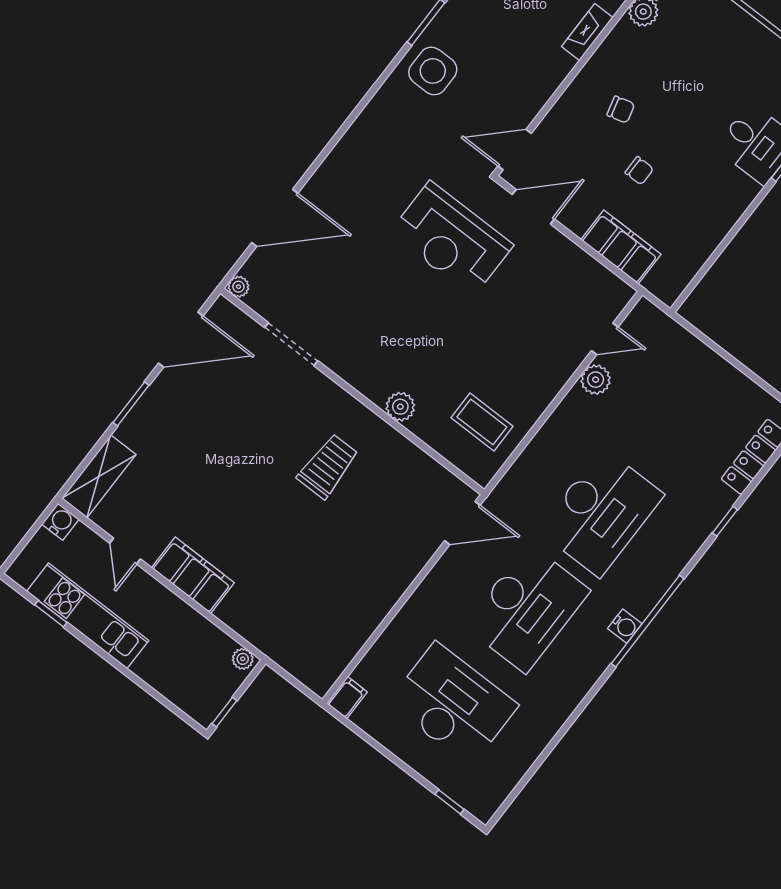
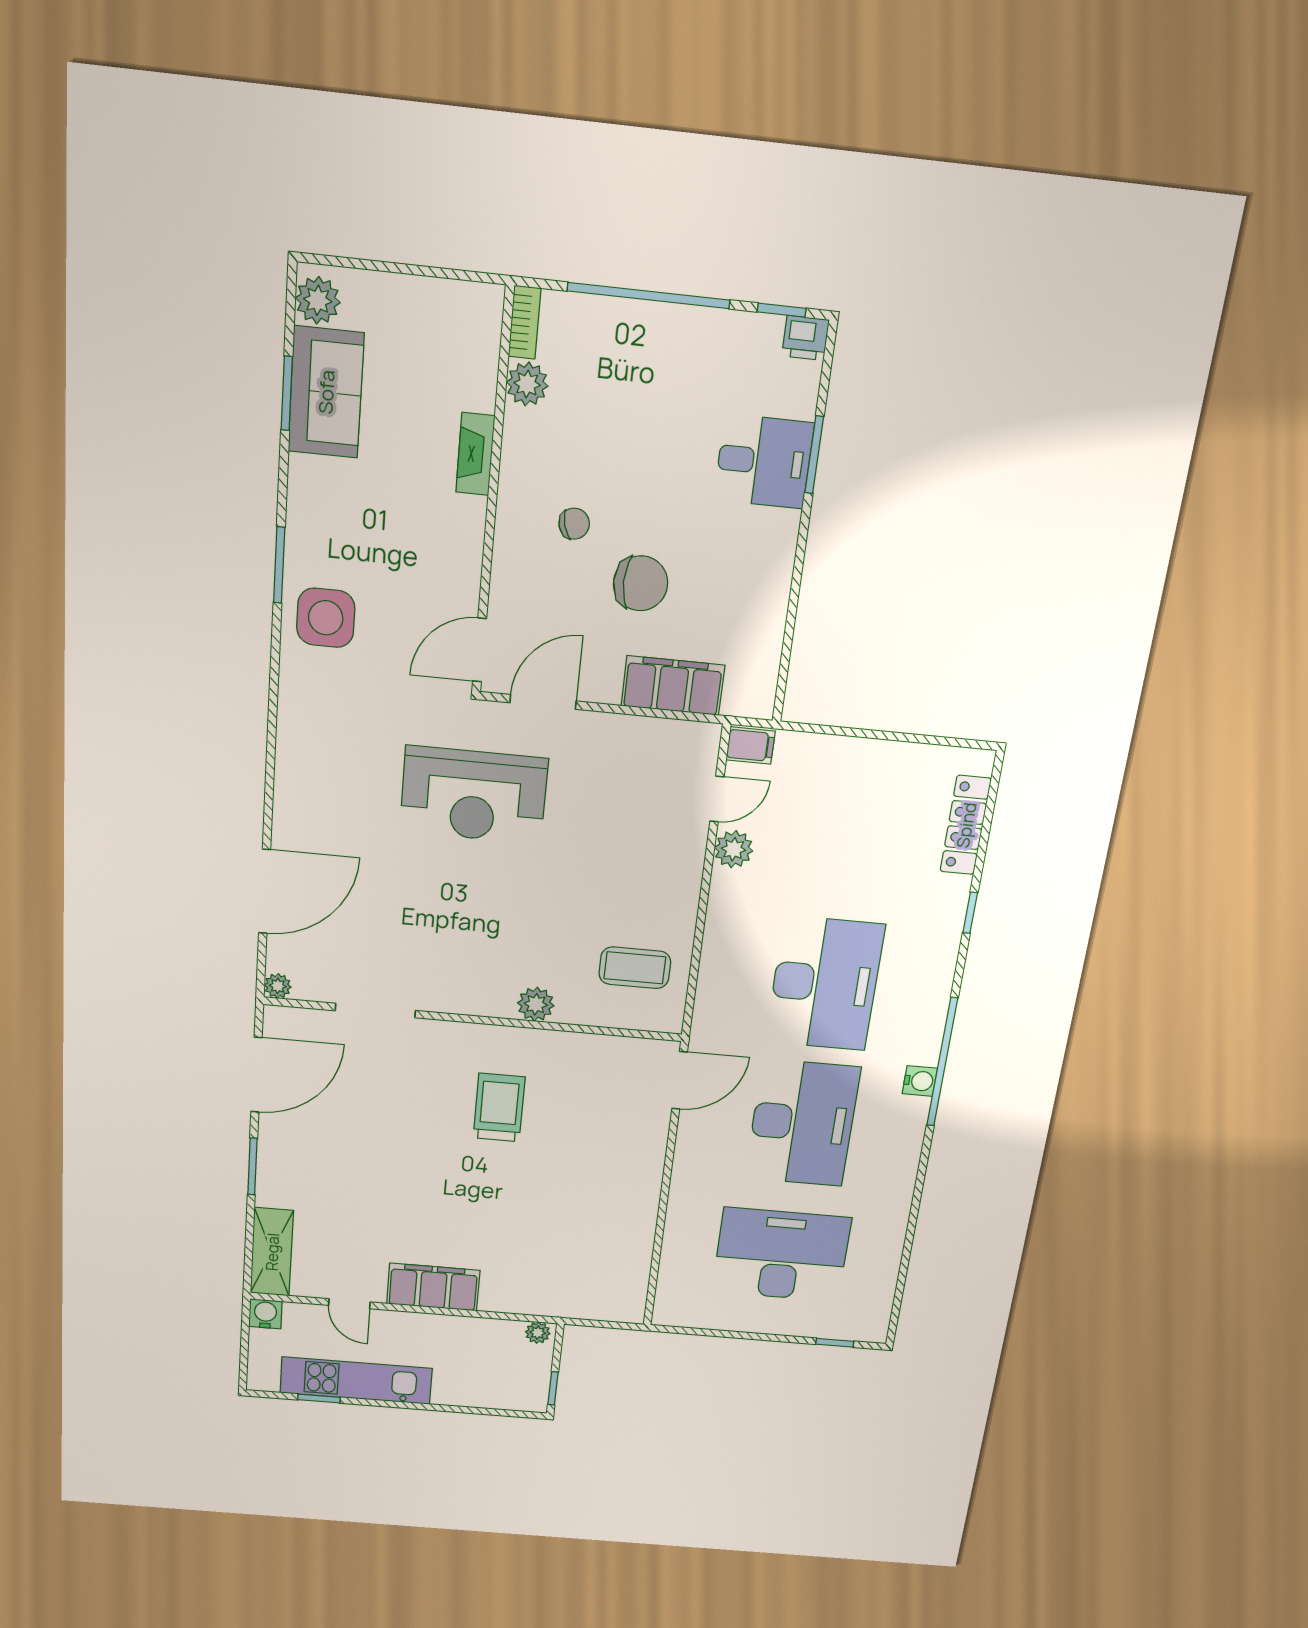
chair: (639, 171) -> (641, 583), width x1.87, depth x1.87
filing cabinet: (347, 698) -> (751, 745), moved, turned 90

